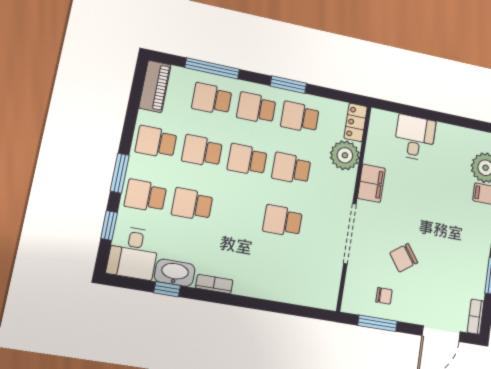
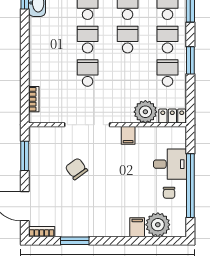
window: (444, 118) -> (190, 186), added
school desk: (291, 168) -> (88, 40), moved
filing cabinet: (371, 183) -> (128, 135), width x0.50
bookcase: (214, 284) -> (34, 99), moved
chair: (384, 296) -> (169, 193), moved

